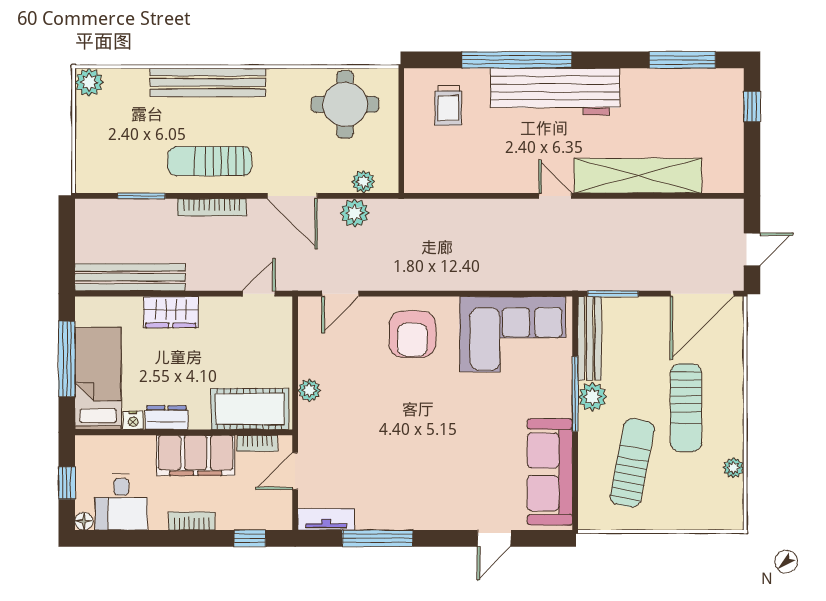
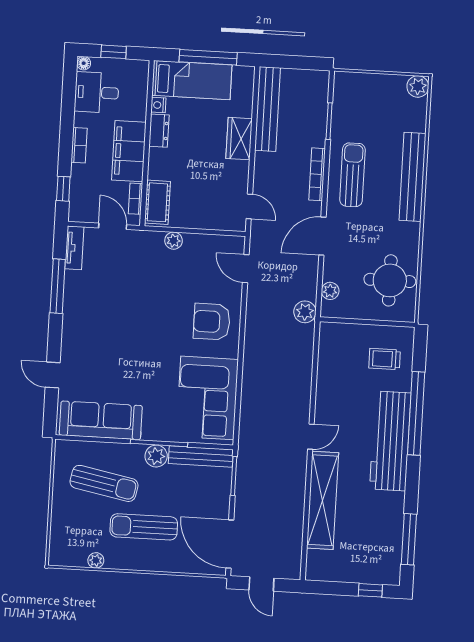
plant: (355, 213) -> (305, 312), moved
cot: (250, 409) -> (157, 202), width x0.73, depth x0.75

